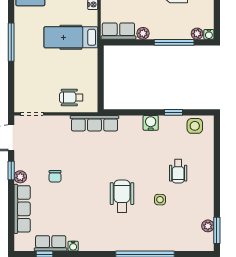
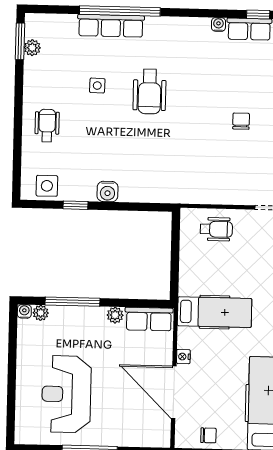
row of seats: (94, 123) -> (111, 26), moved, turned 180
wheelchair: (178, 171) -> (47, 126), moved

